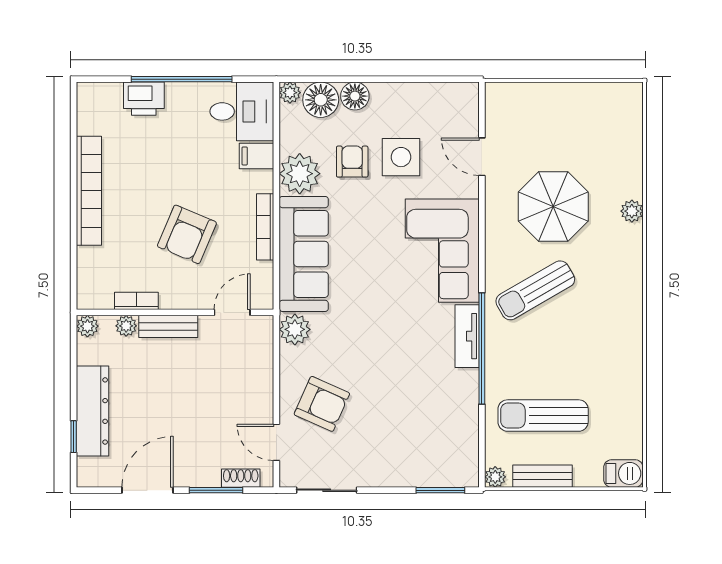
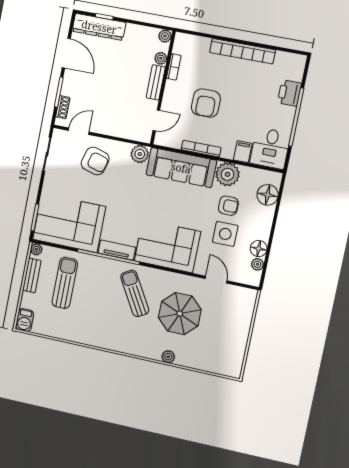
plant: (290, 93) -> (257, 264), moved
floor lamp: (355, 96) -> (259, 249), moved
door: (482, 157) -> (216, 280), hinge flipped
armchair: (187, 234) -> (206, 103), turned -113
door: (232, 312) -> (156, 120), hinge flipped
armchair: (322, 404) -> (95, 161), turned -98
dresser: (93, 411) -> (99, 27), moved
corner sofa: (438, 428) -> (69, 223), added

